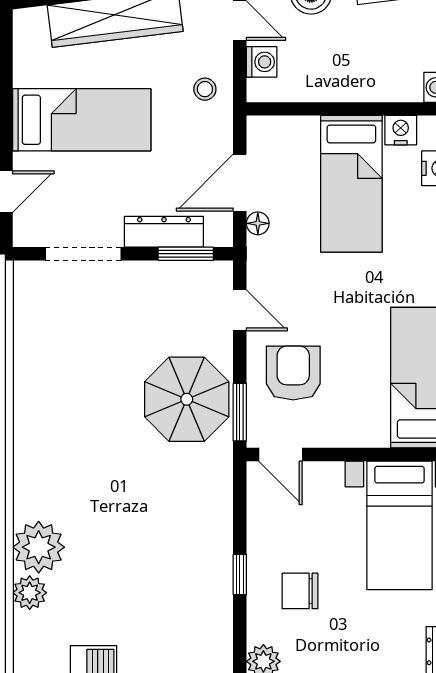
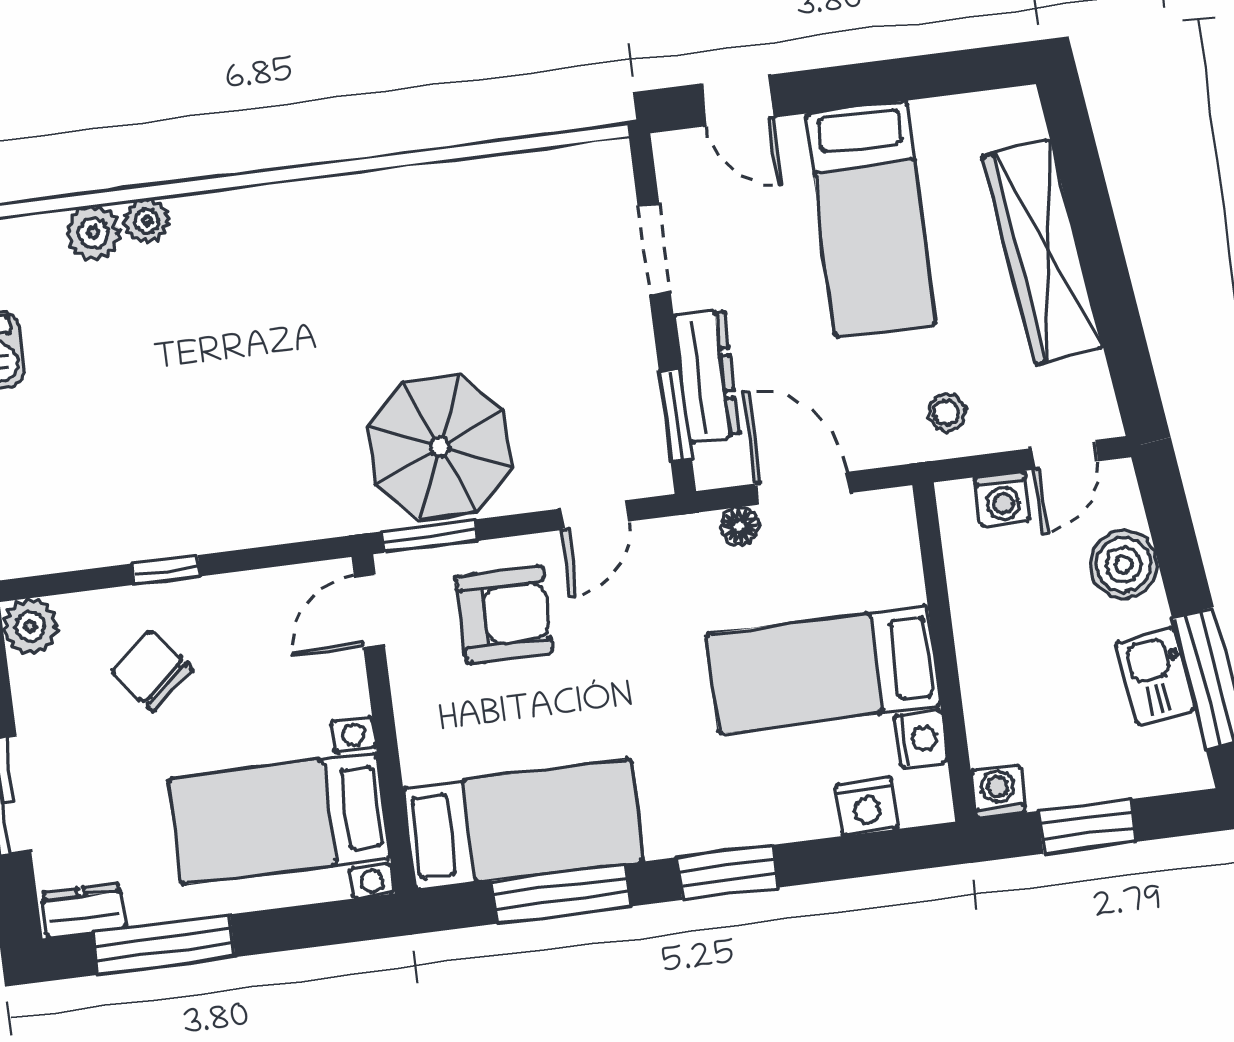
doorway: (83, 254) -> (654, 249), width x0.73
plant: (39, 547) -> (147, 221), width x0.53, depth x0.53
chair: (300, 591) -> (152, 671), turned -40

